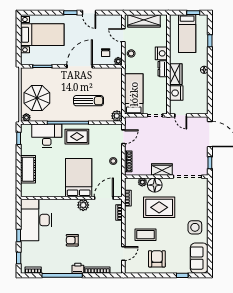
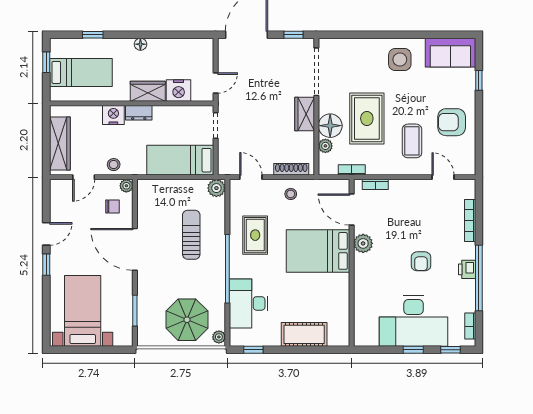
rug: (77, 137) -> (255, 235), moved
desk: (36, 220) -> (414, 321), moved
printer: (78, 268) -> (467, 269), moved

